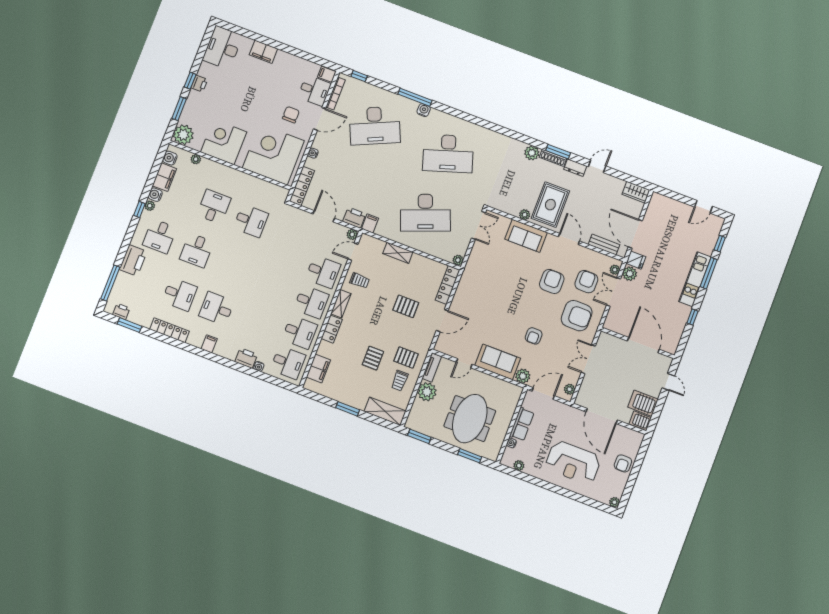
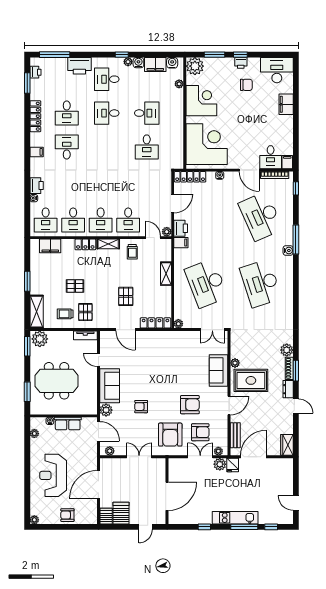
chair: (291, 115) -> (246, 85), moved
plant: (427, 392) -> (40, 339), moved

